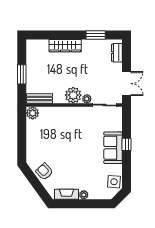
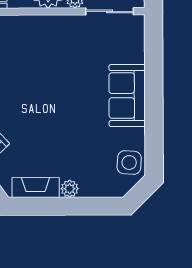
window: (127, 144) -> (154, 89), removed

